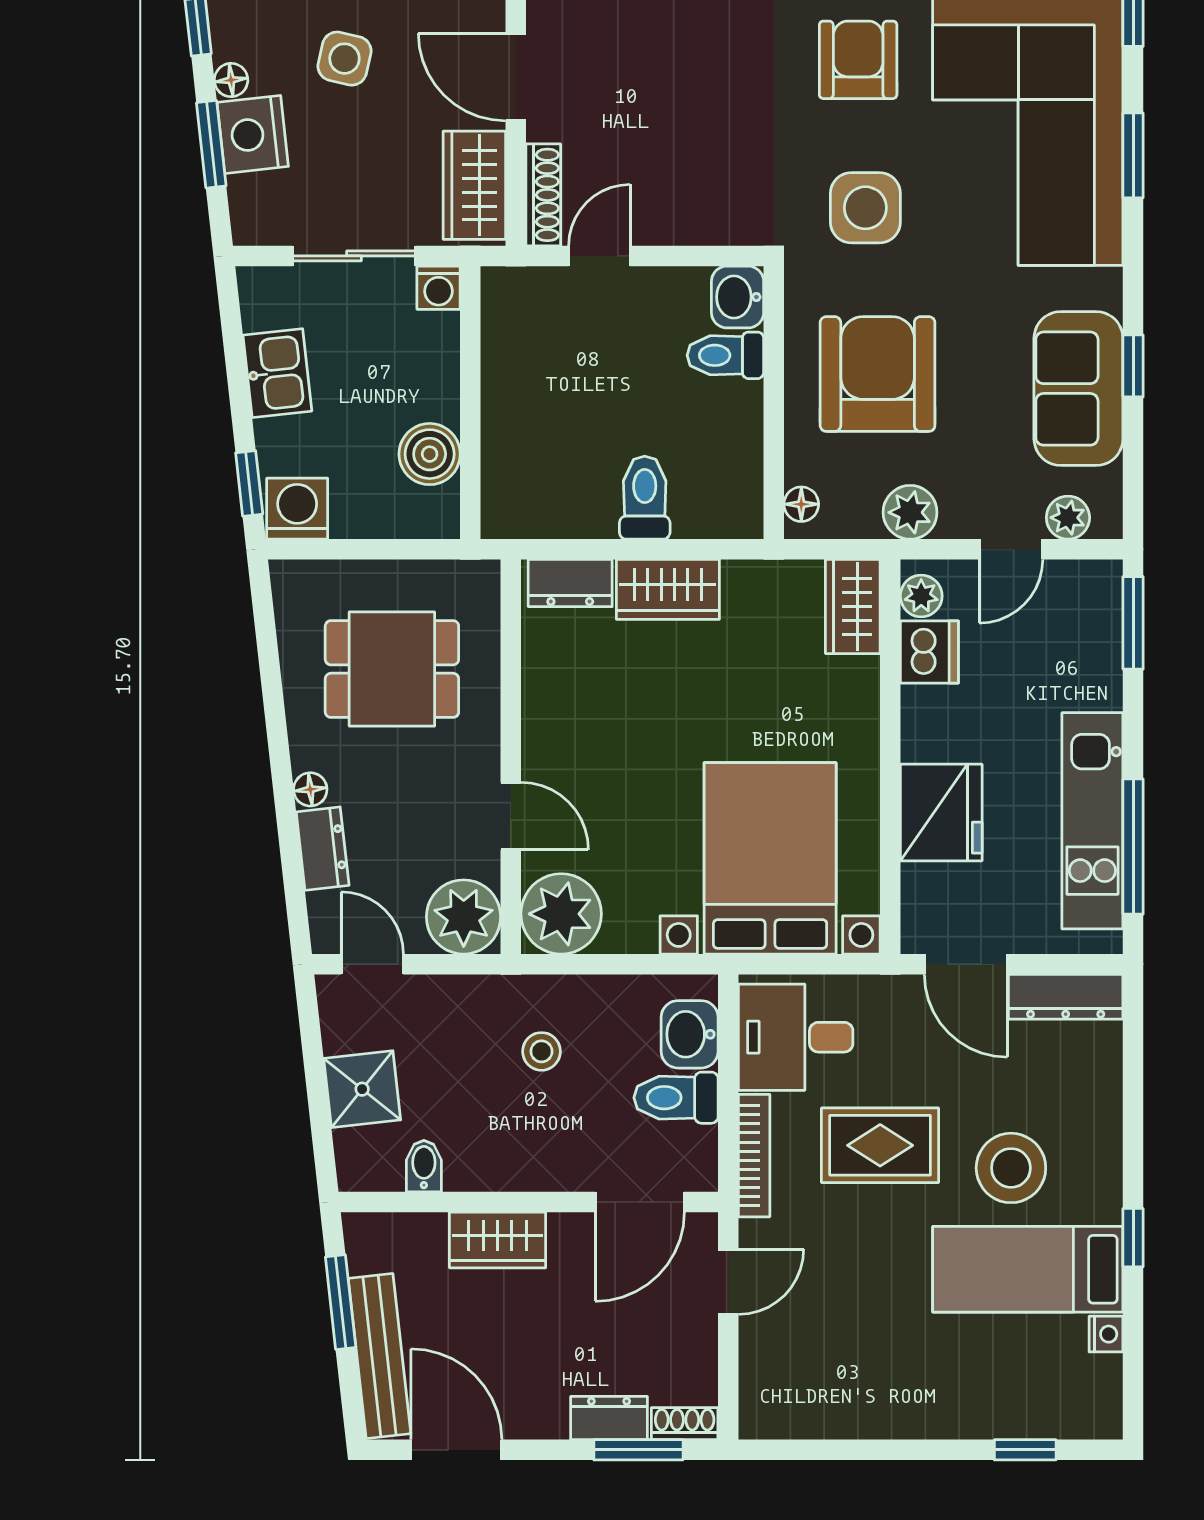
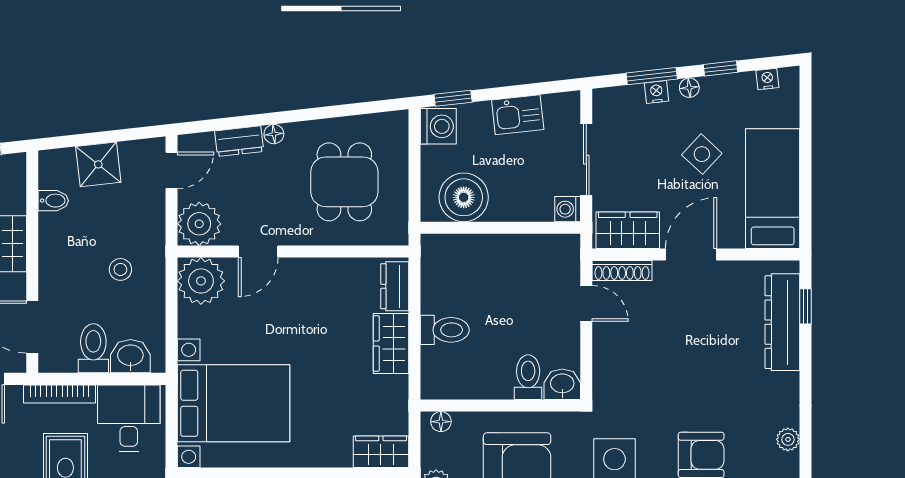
side table: (344, 59) -> (702, 154), turned 30
nightstand: (253, 134) -> (656, 92), width x0.53, depth x0.56
boiler: (430, 454) -> (464, 197), width x1.37, depth x1.37

